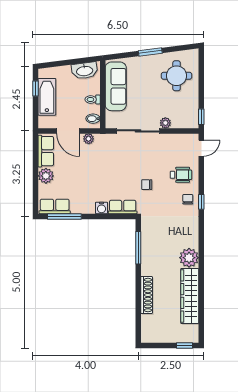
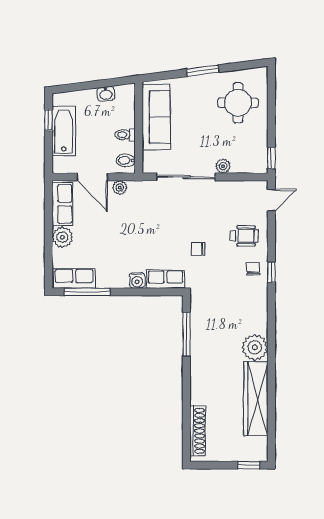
washbasin: (85, 71) -> (106, 94), width x0.52, depth x0.69
shoe rack: (147, 295) -> (198, 431), moved

